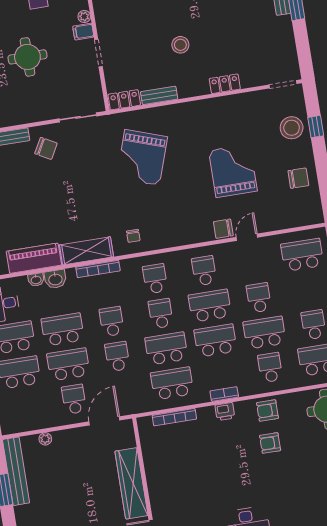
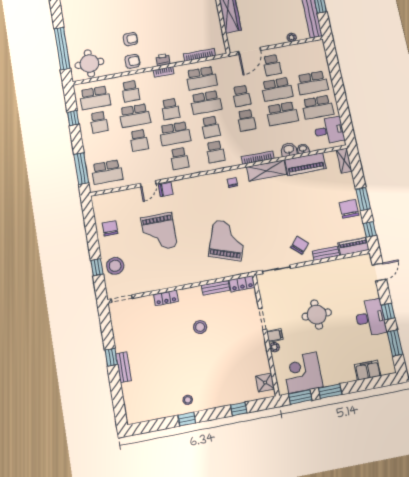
chair: (46, 148) -> (300, 245), turned 103
chair: (298, 178) -> (110, 228), turned 90
school desk: (215, 341) -> (170, 109), width x0.54

